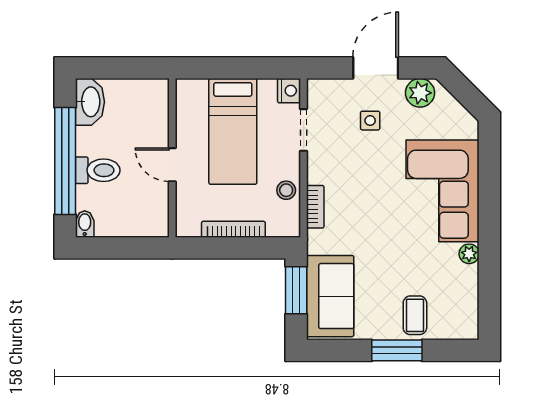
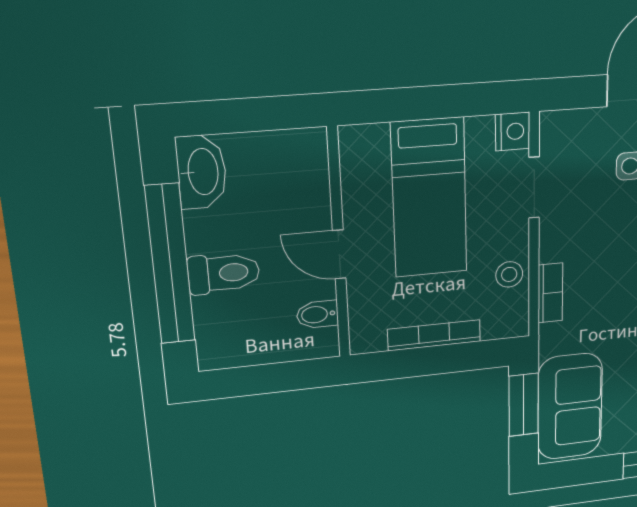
bidet: (85, 224) -> (317, 314), moved, turned -90

